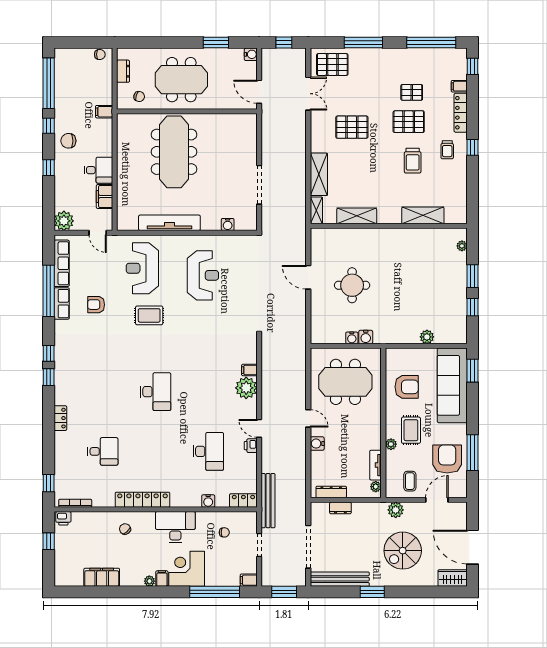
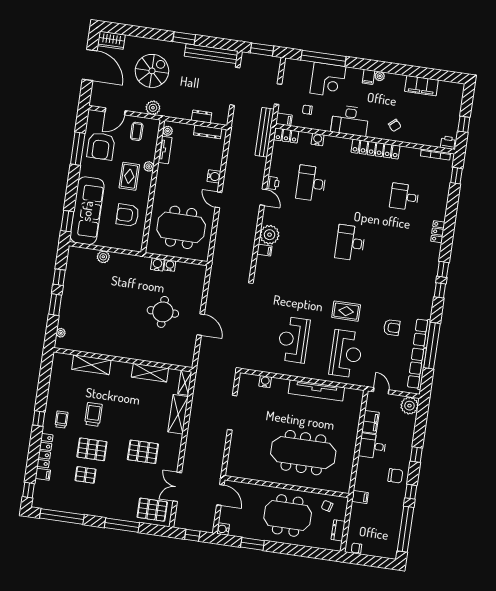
meeting table: (174, 152) -> (303, 453), turned 90
corner desk: (187, 569) -> (328, 80), moved
filing cabinet: (249, 580) -> (284, 119), moved

